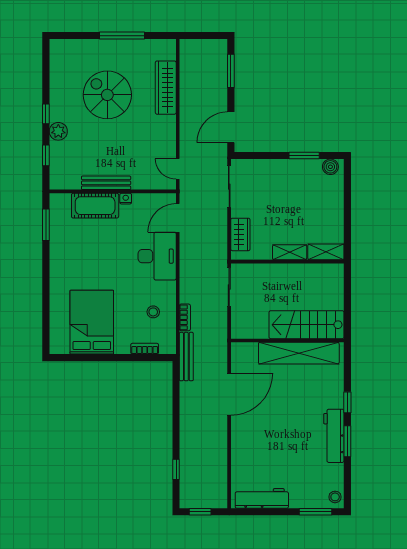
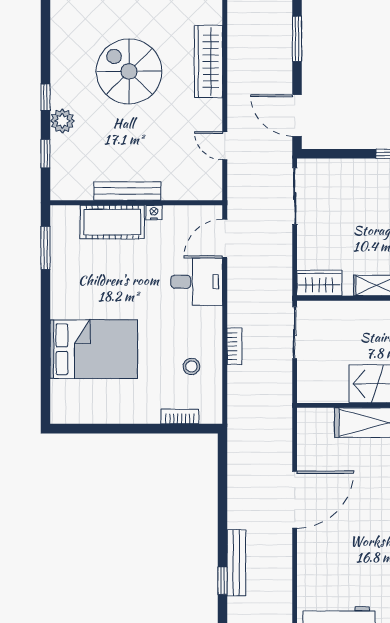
door: (231, 127) -> (297, 116), hinge flipped
door: (178, 169) -> (225, 146), moved
wardrobe: (240, 234) -> (319, 283), moved, turned -90
desk: (157, 256) -> (197, 282), width x0.73
bookcase: (185, 317) -> (234, 346), moved
bed: (92, 322) -> (94, 349), moved, turned 90
bench: (186, 357) -> (236, 563), moved
door: (229, 394) -> (295, 500), moved

